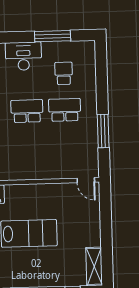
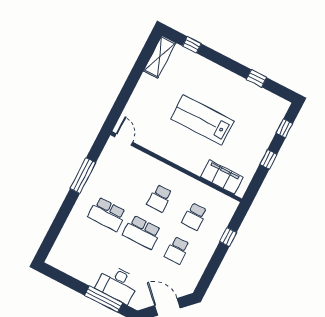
window: (53, 36) -> (104, 299), moved
school desk: (64, 73) -> (160, 198), moved

